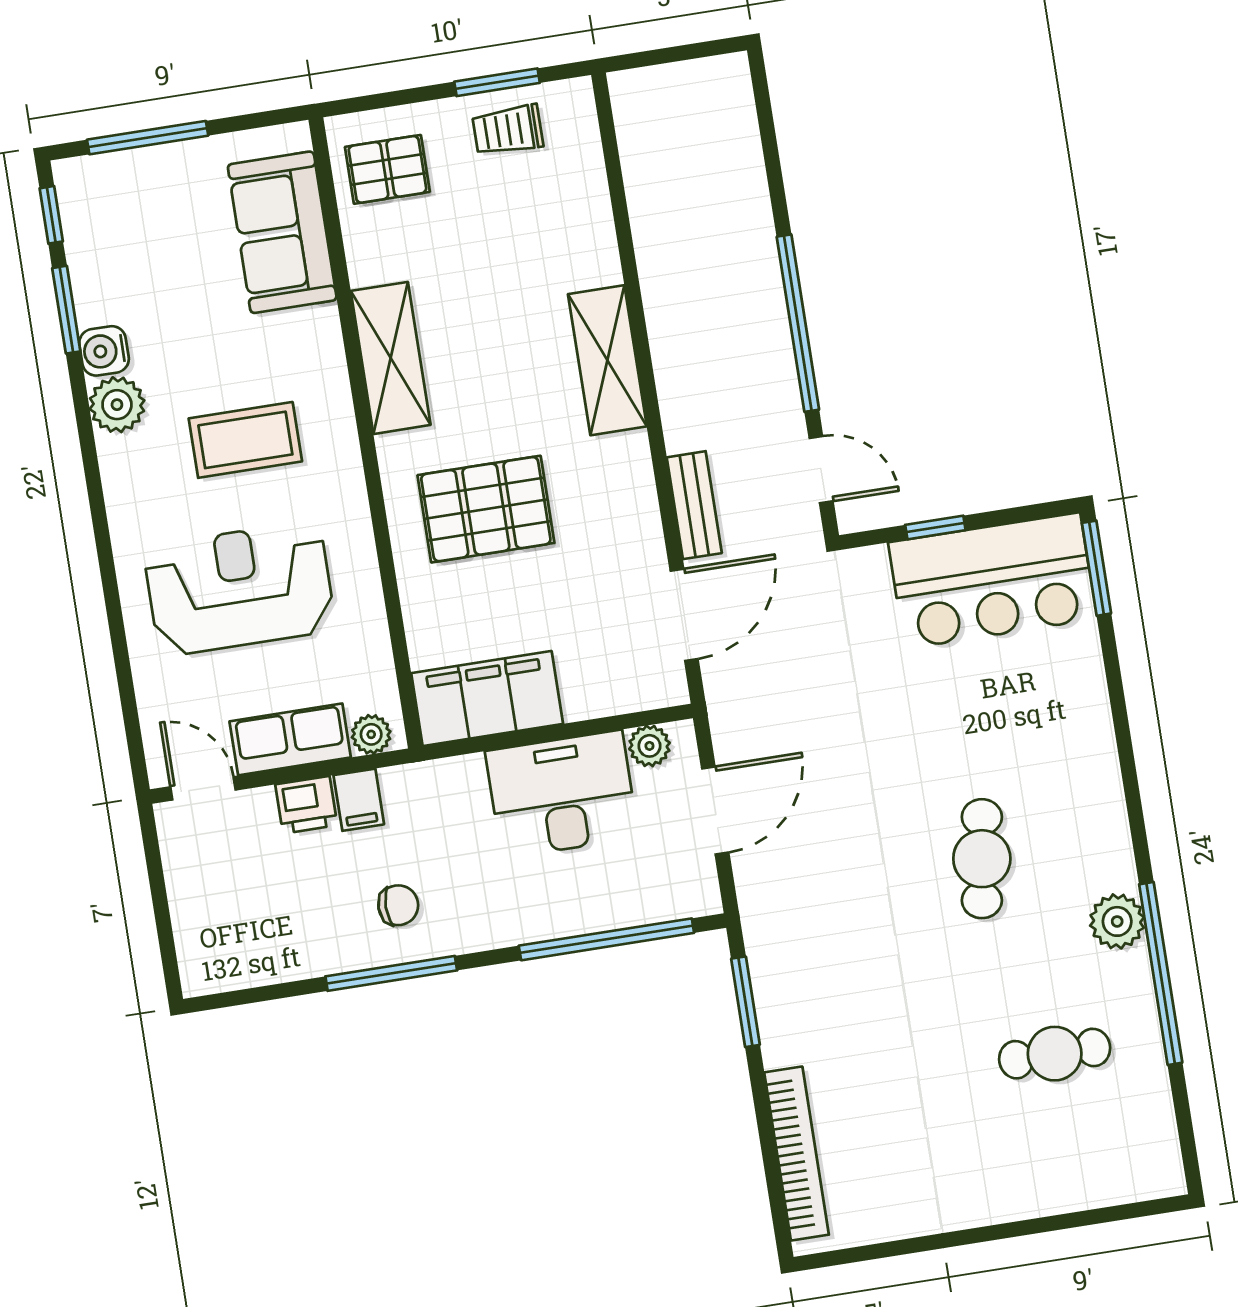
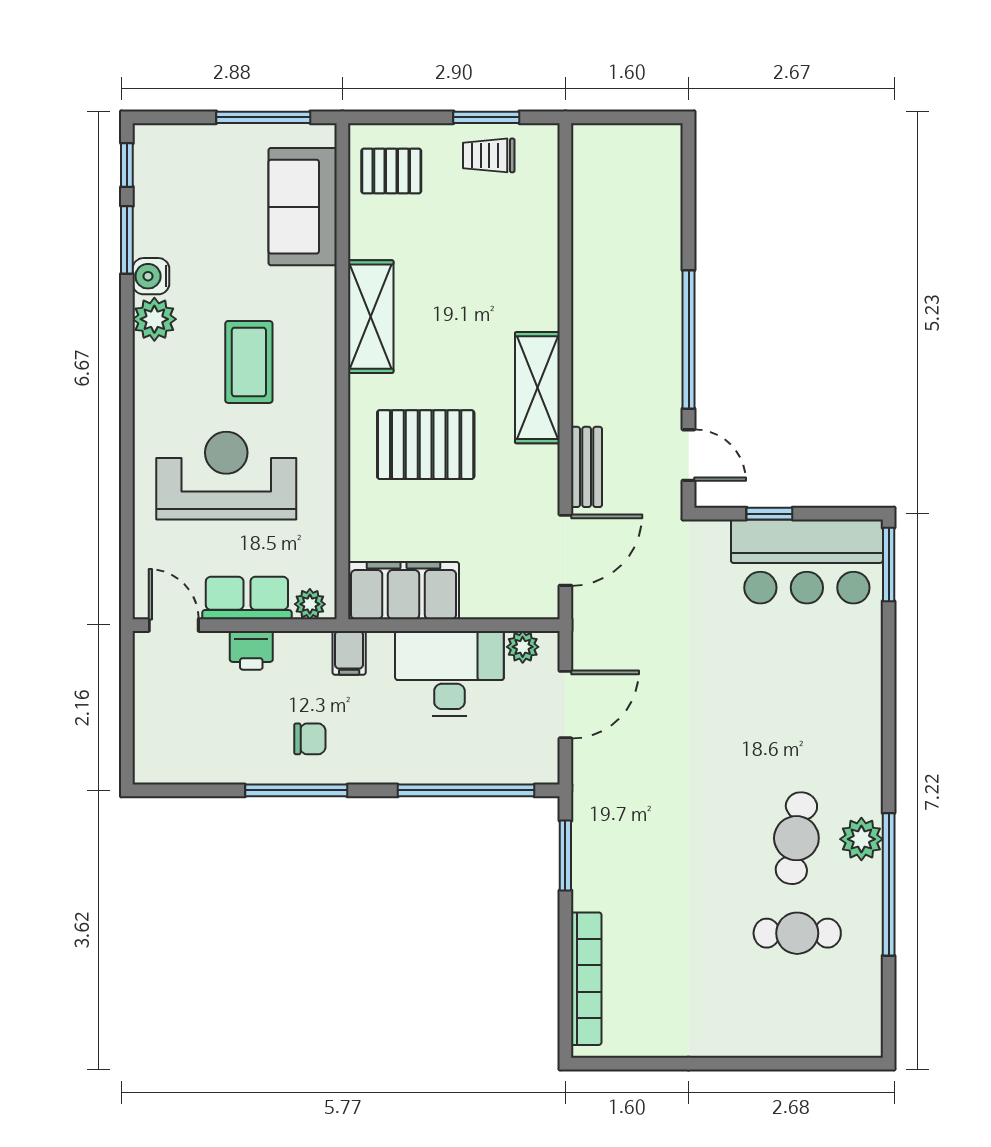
window: (148, 138) -> (263, 117), moved
shelving: (607, 360) -> (537, 388), moved
coffee table: (245, 440) -> (249, 362), turned 90
filing cabinet: (359, 800) -> (349, 653), moved
cafe table: (982, 859) -> (796, 838), moved

